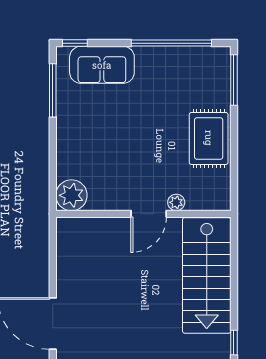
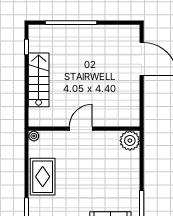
plant: (176, 202) -> (34, 136), moved
stairs: (207, 275) -> (39, 80), width x0.73, depth x0.66

